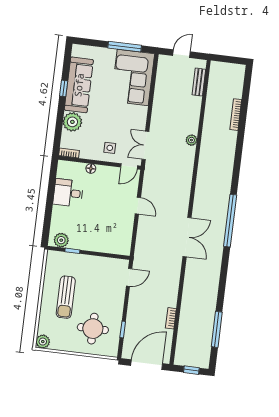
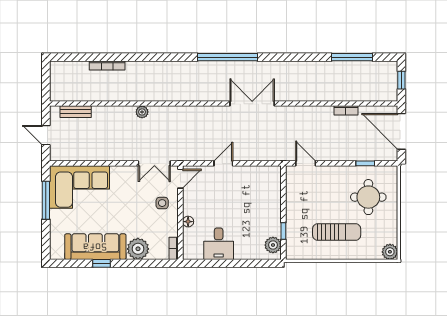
door: (129, 166) -> (180, 179), hinge flipped

